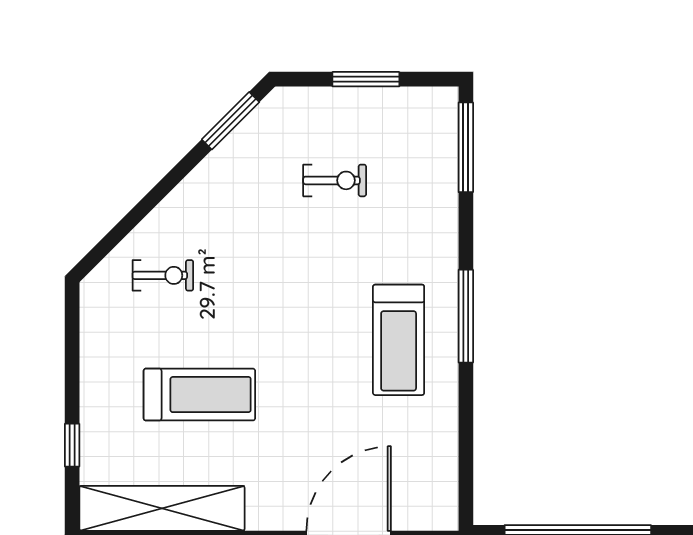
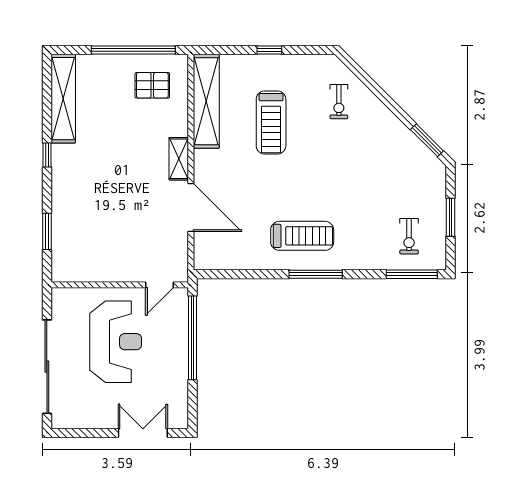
exercise bike: (335, 180) -> (409, 236), moved
treadmill: (399, 340) -> (302, 236), turned 180
window: (72, 445) -> (269, 50), moved

